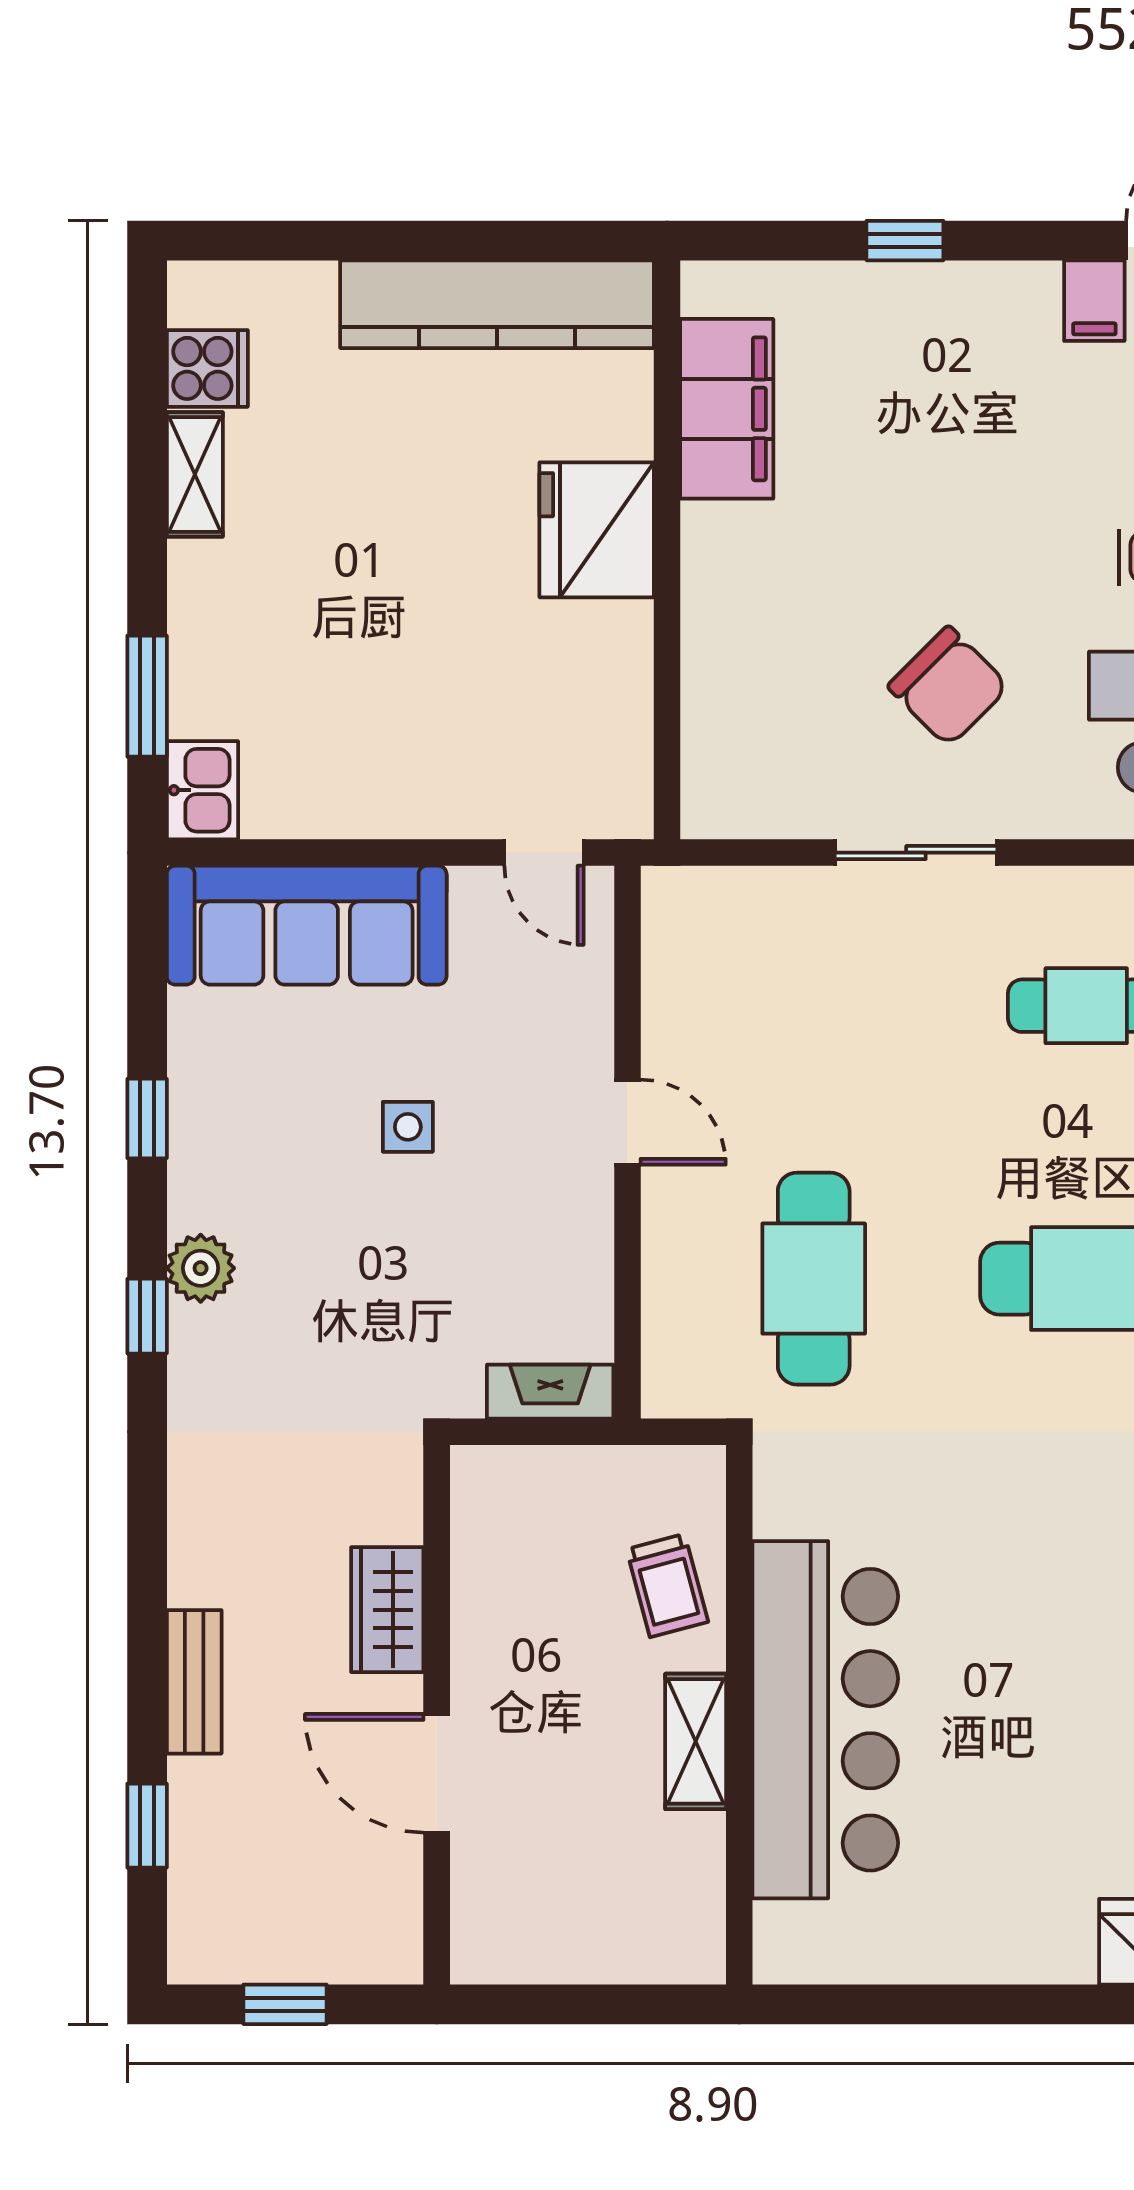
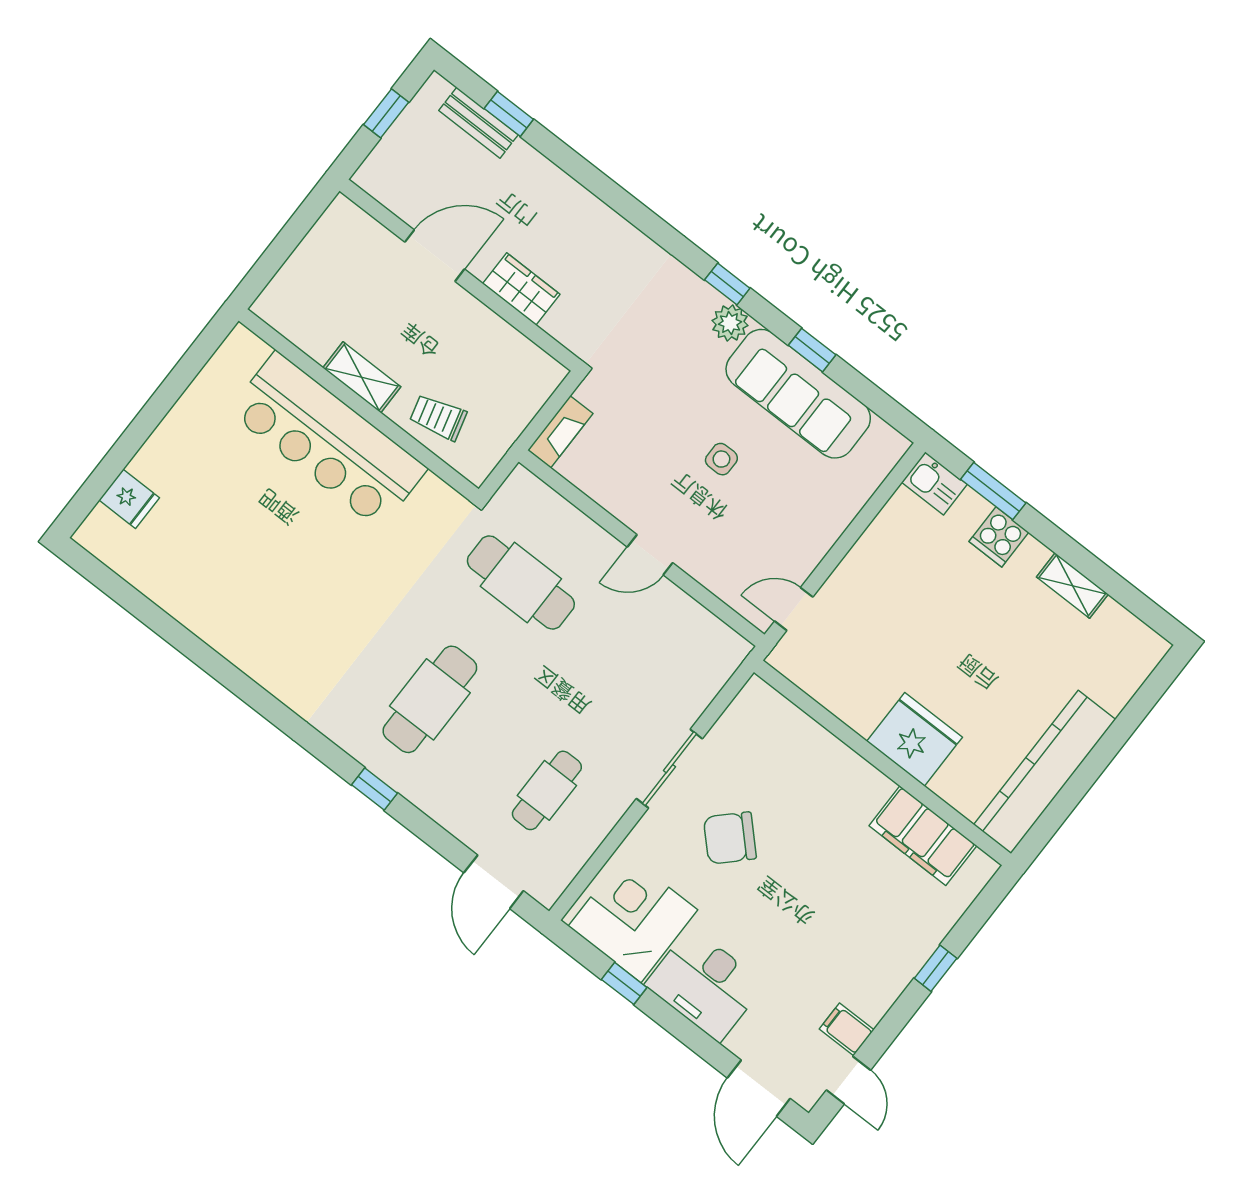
cooker: (207, 368) -> (999, 537), moved
sofa: (307, 925) -> (798, 394), moved, turned -90
bench: (194, 1682) -> (478, 123), moved

